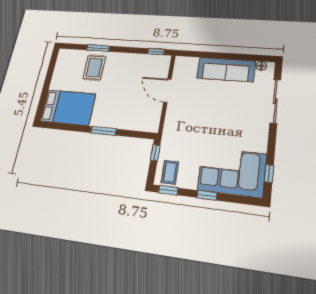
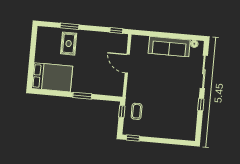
coffee table: (170, 172) -> (137, 111), moved
corner sofa: (232, 172) -> (175, 124), removed
window: (269, 174) -> (201, 105), moved
window: (207, 195) -> (159, 140), removed

